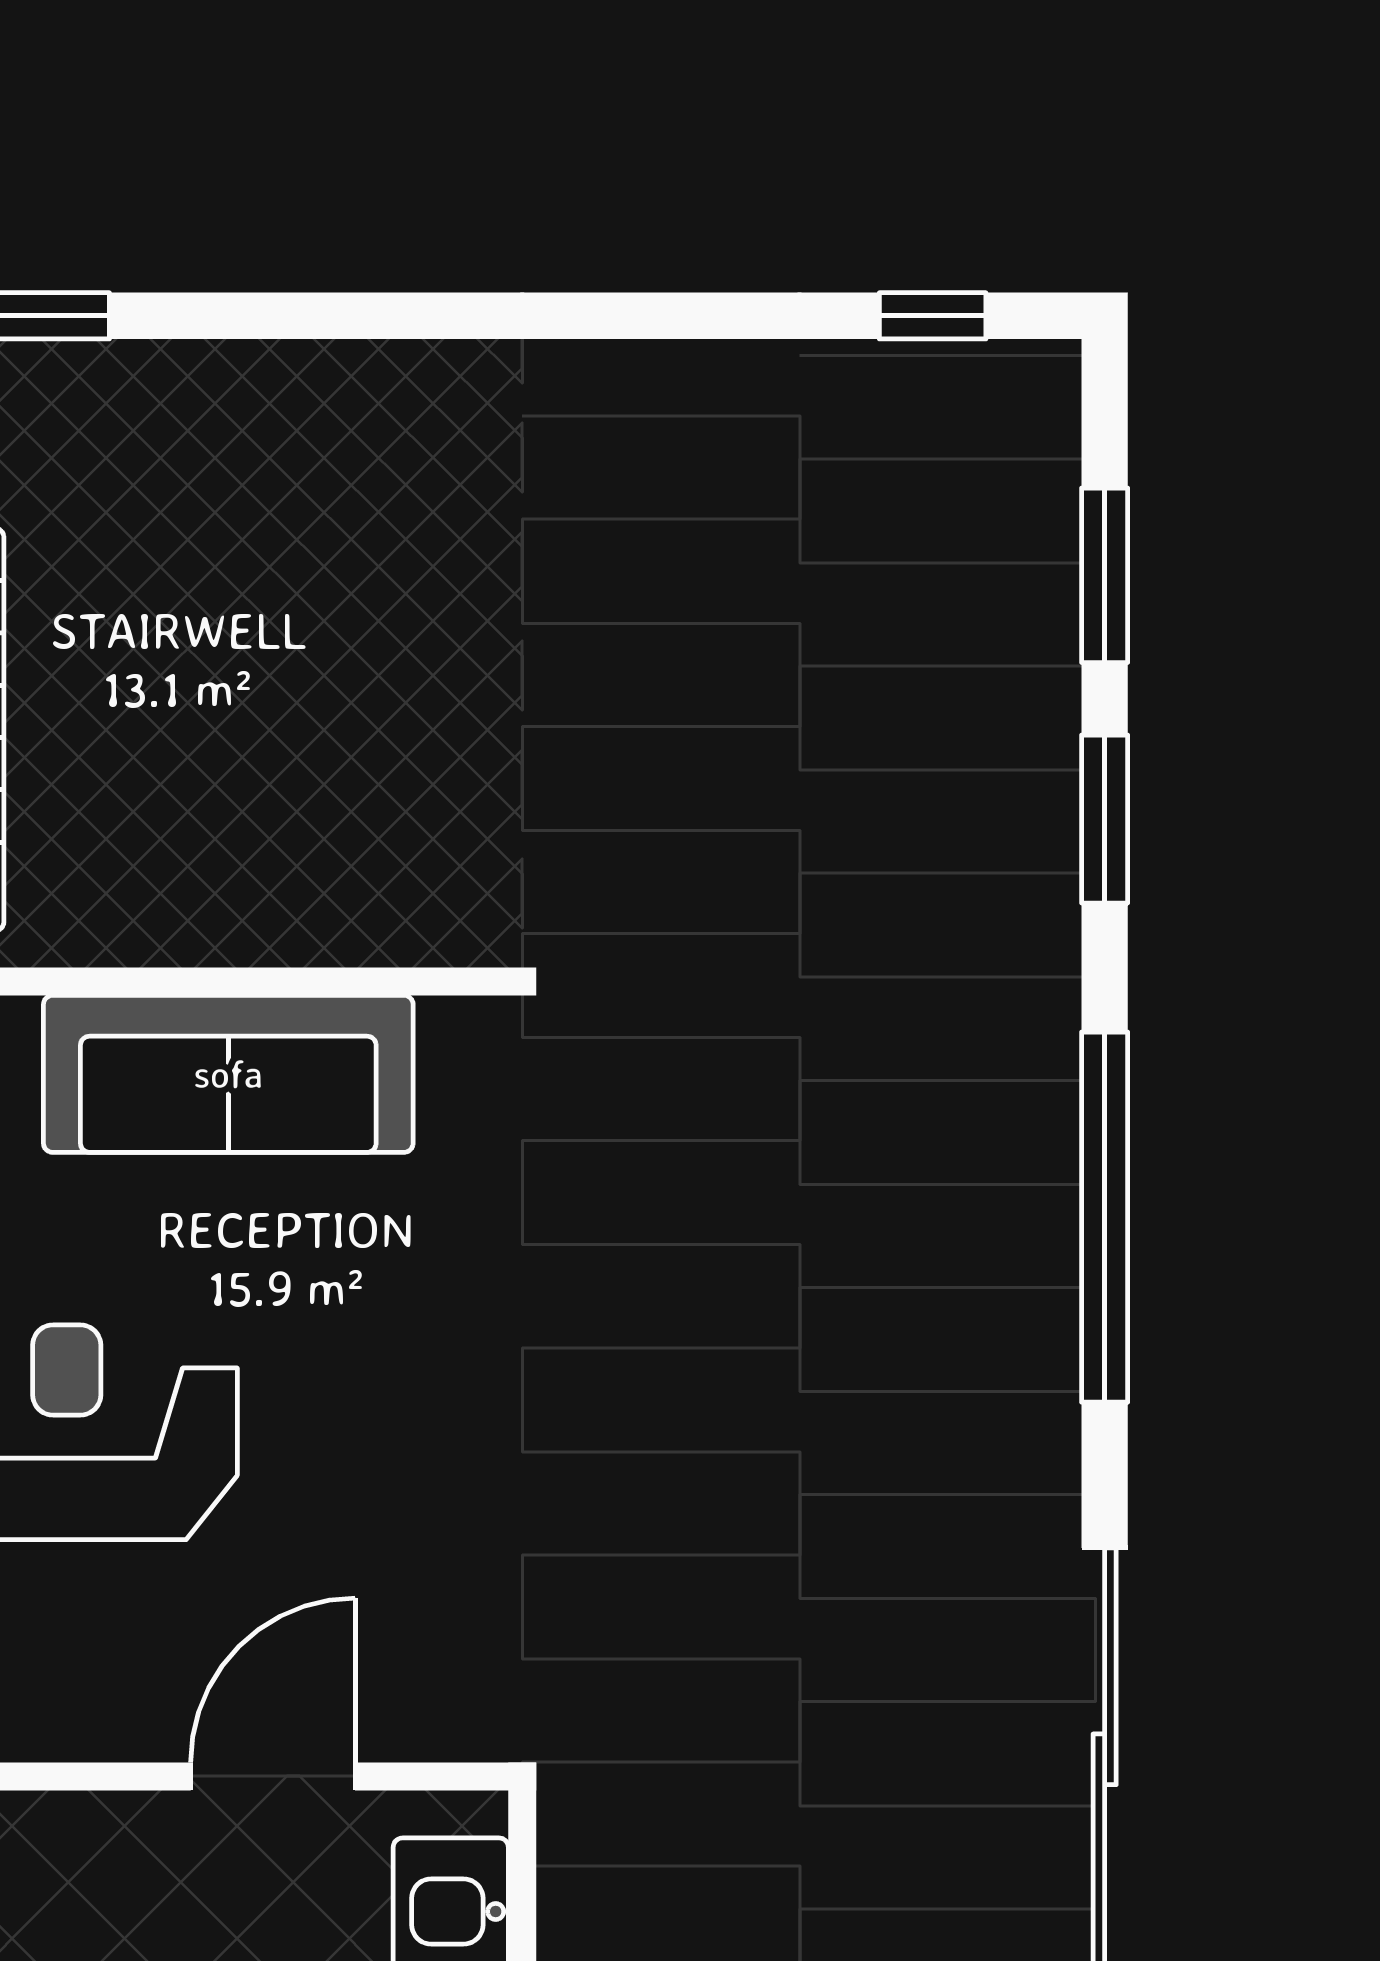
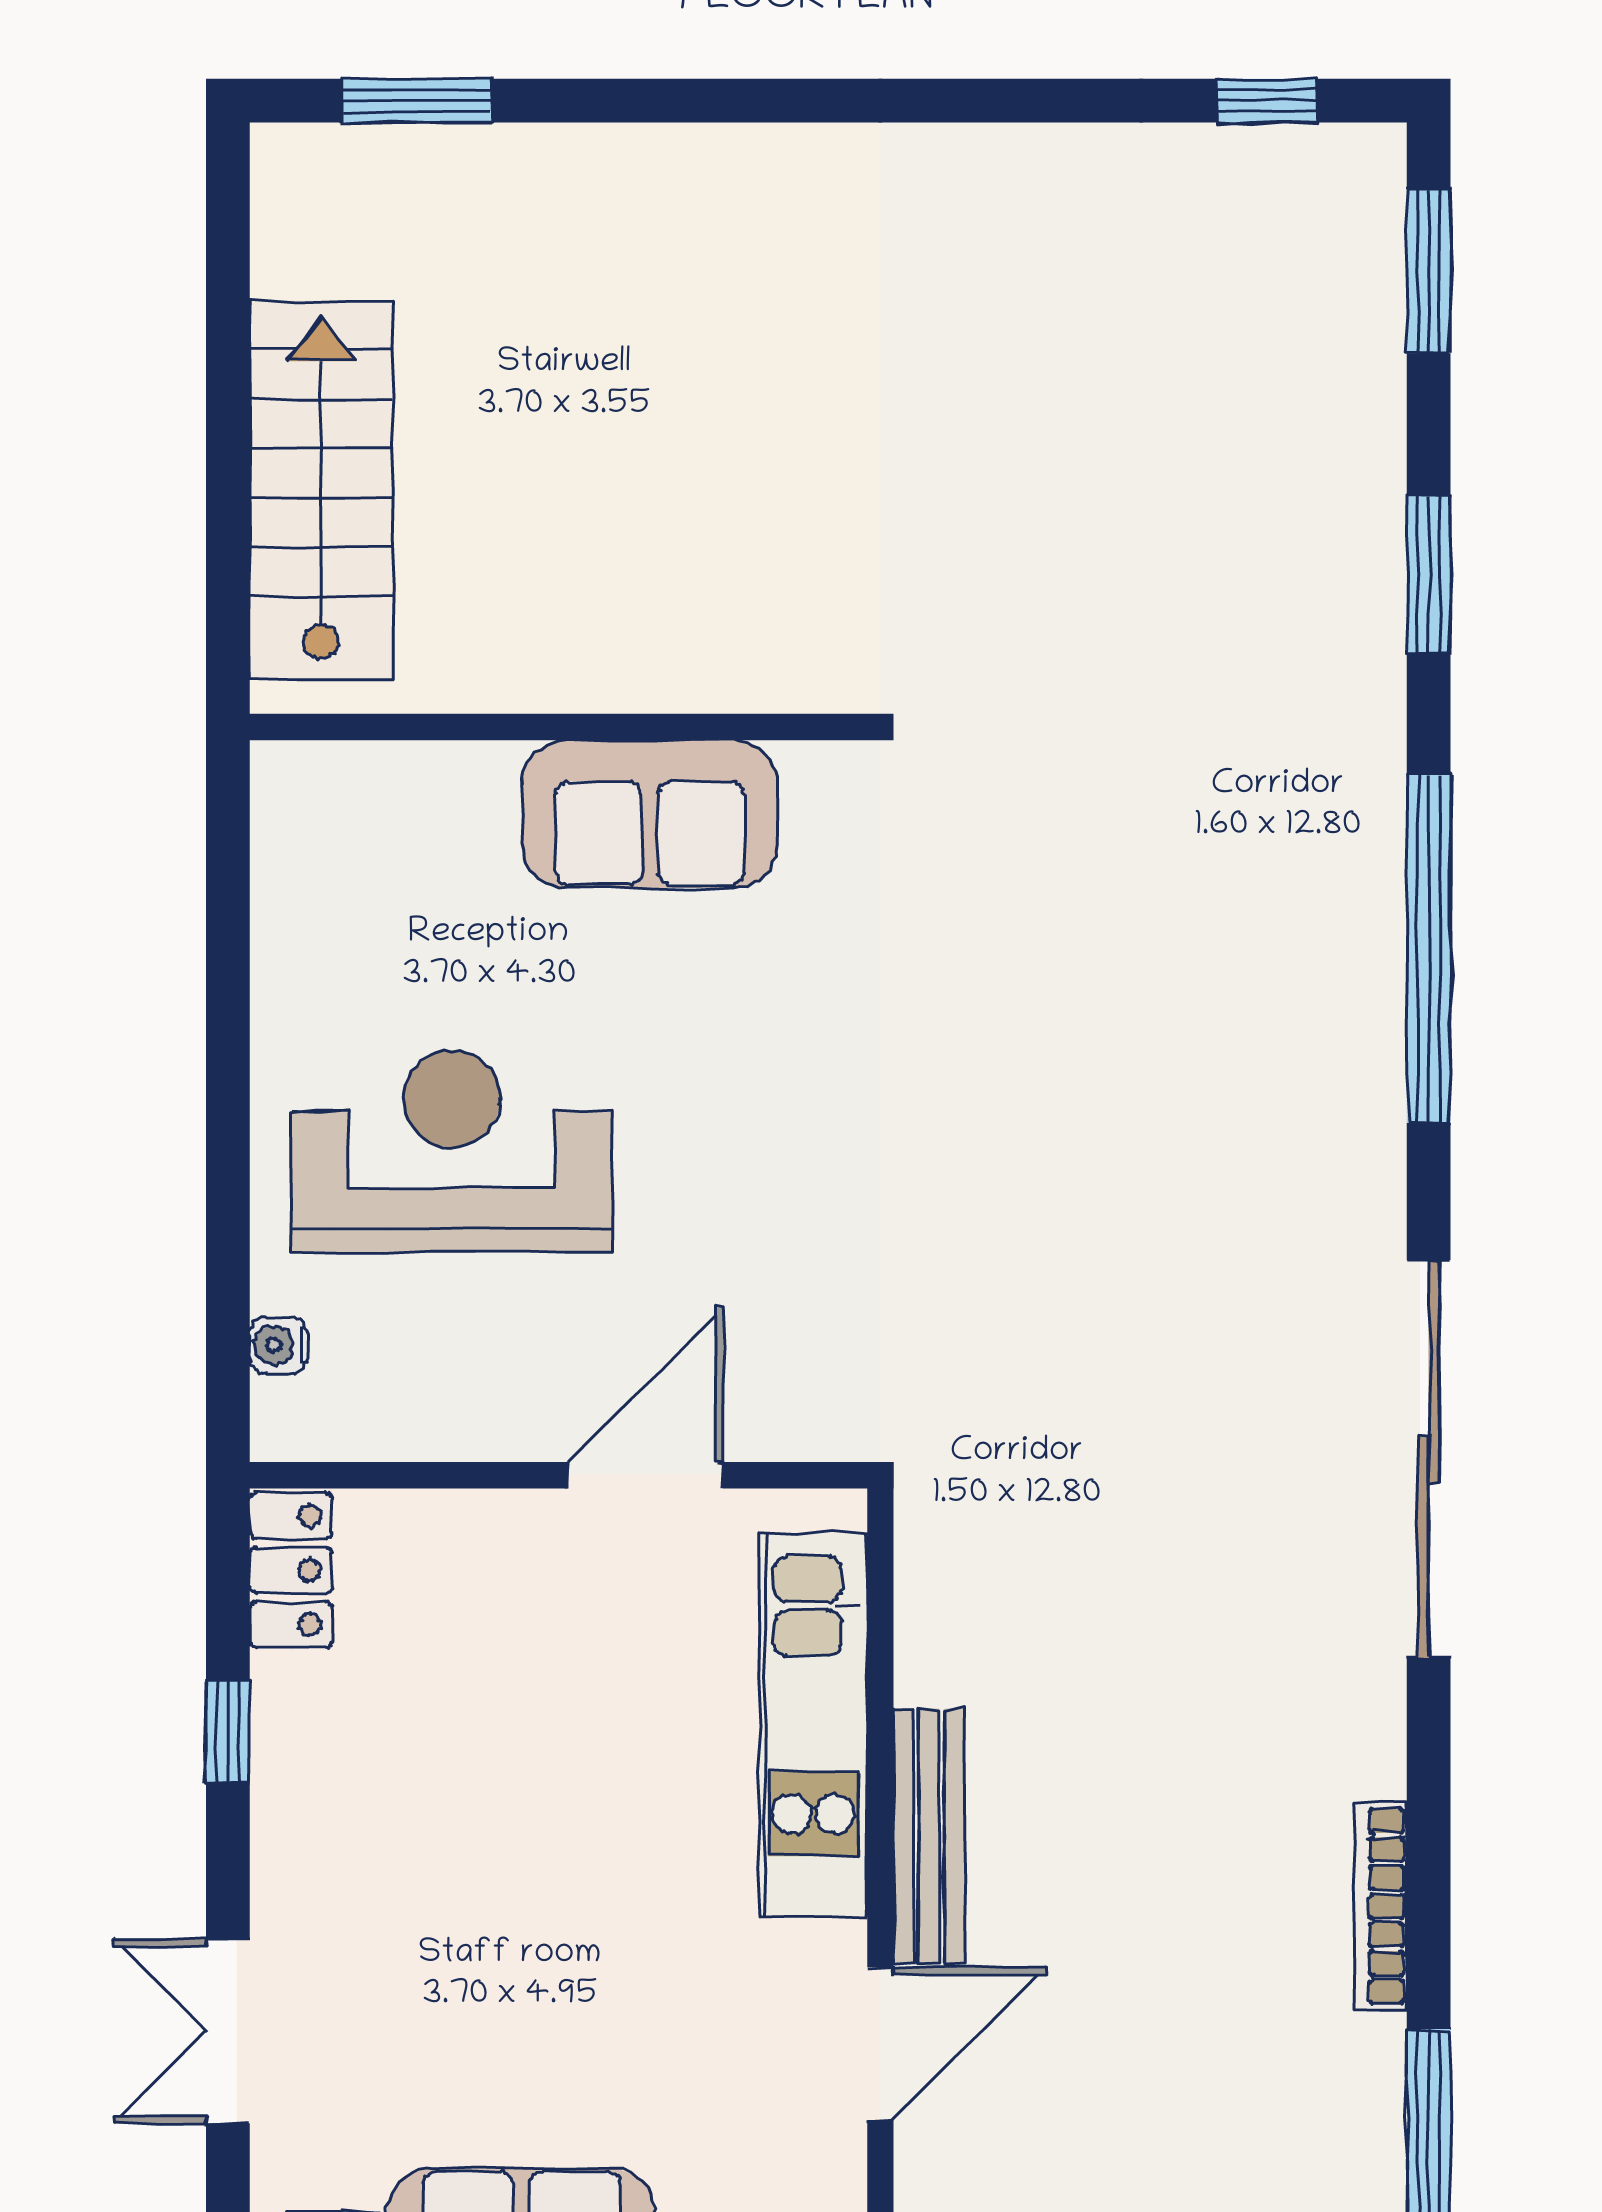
window: (1105, 575) -> (1429, 271), moved
sofa: (228, 1074) -> (650, 814), width x0.73

